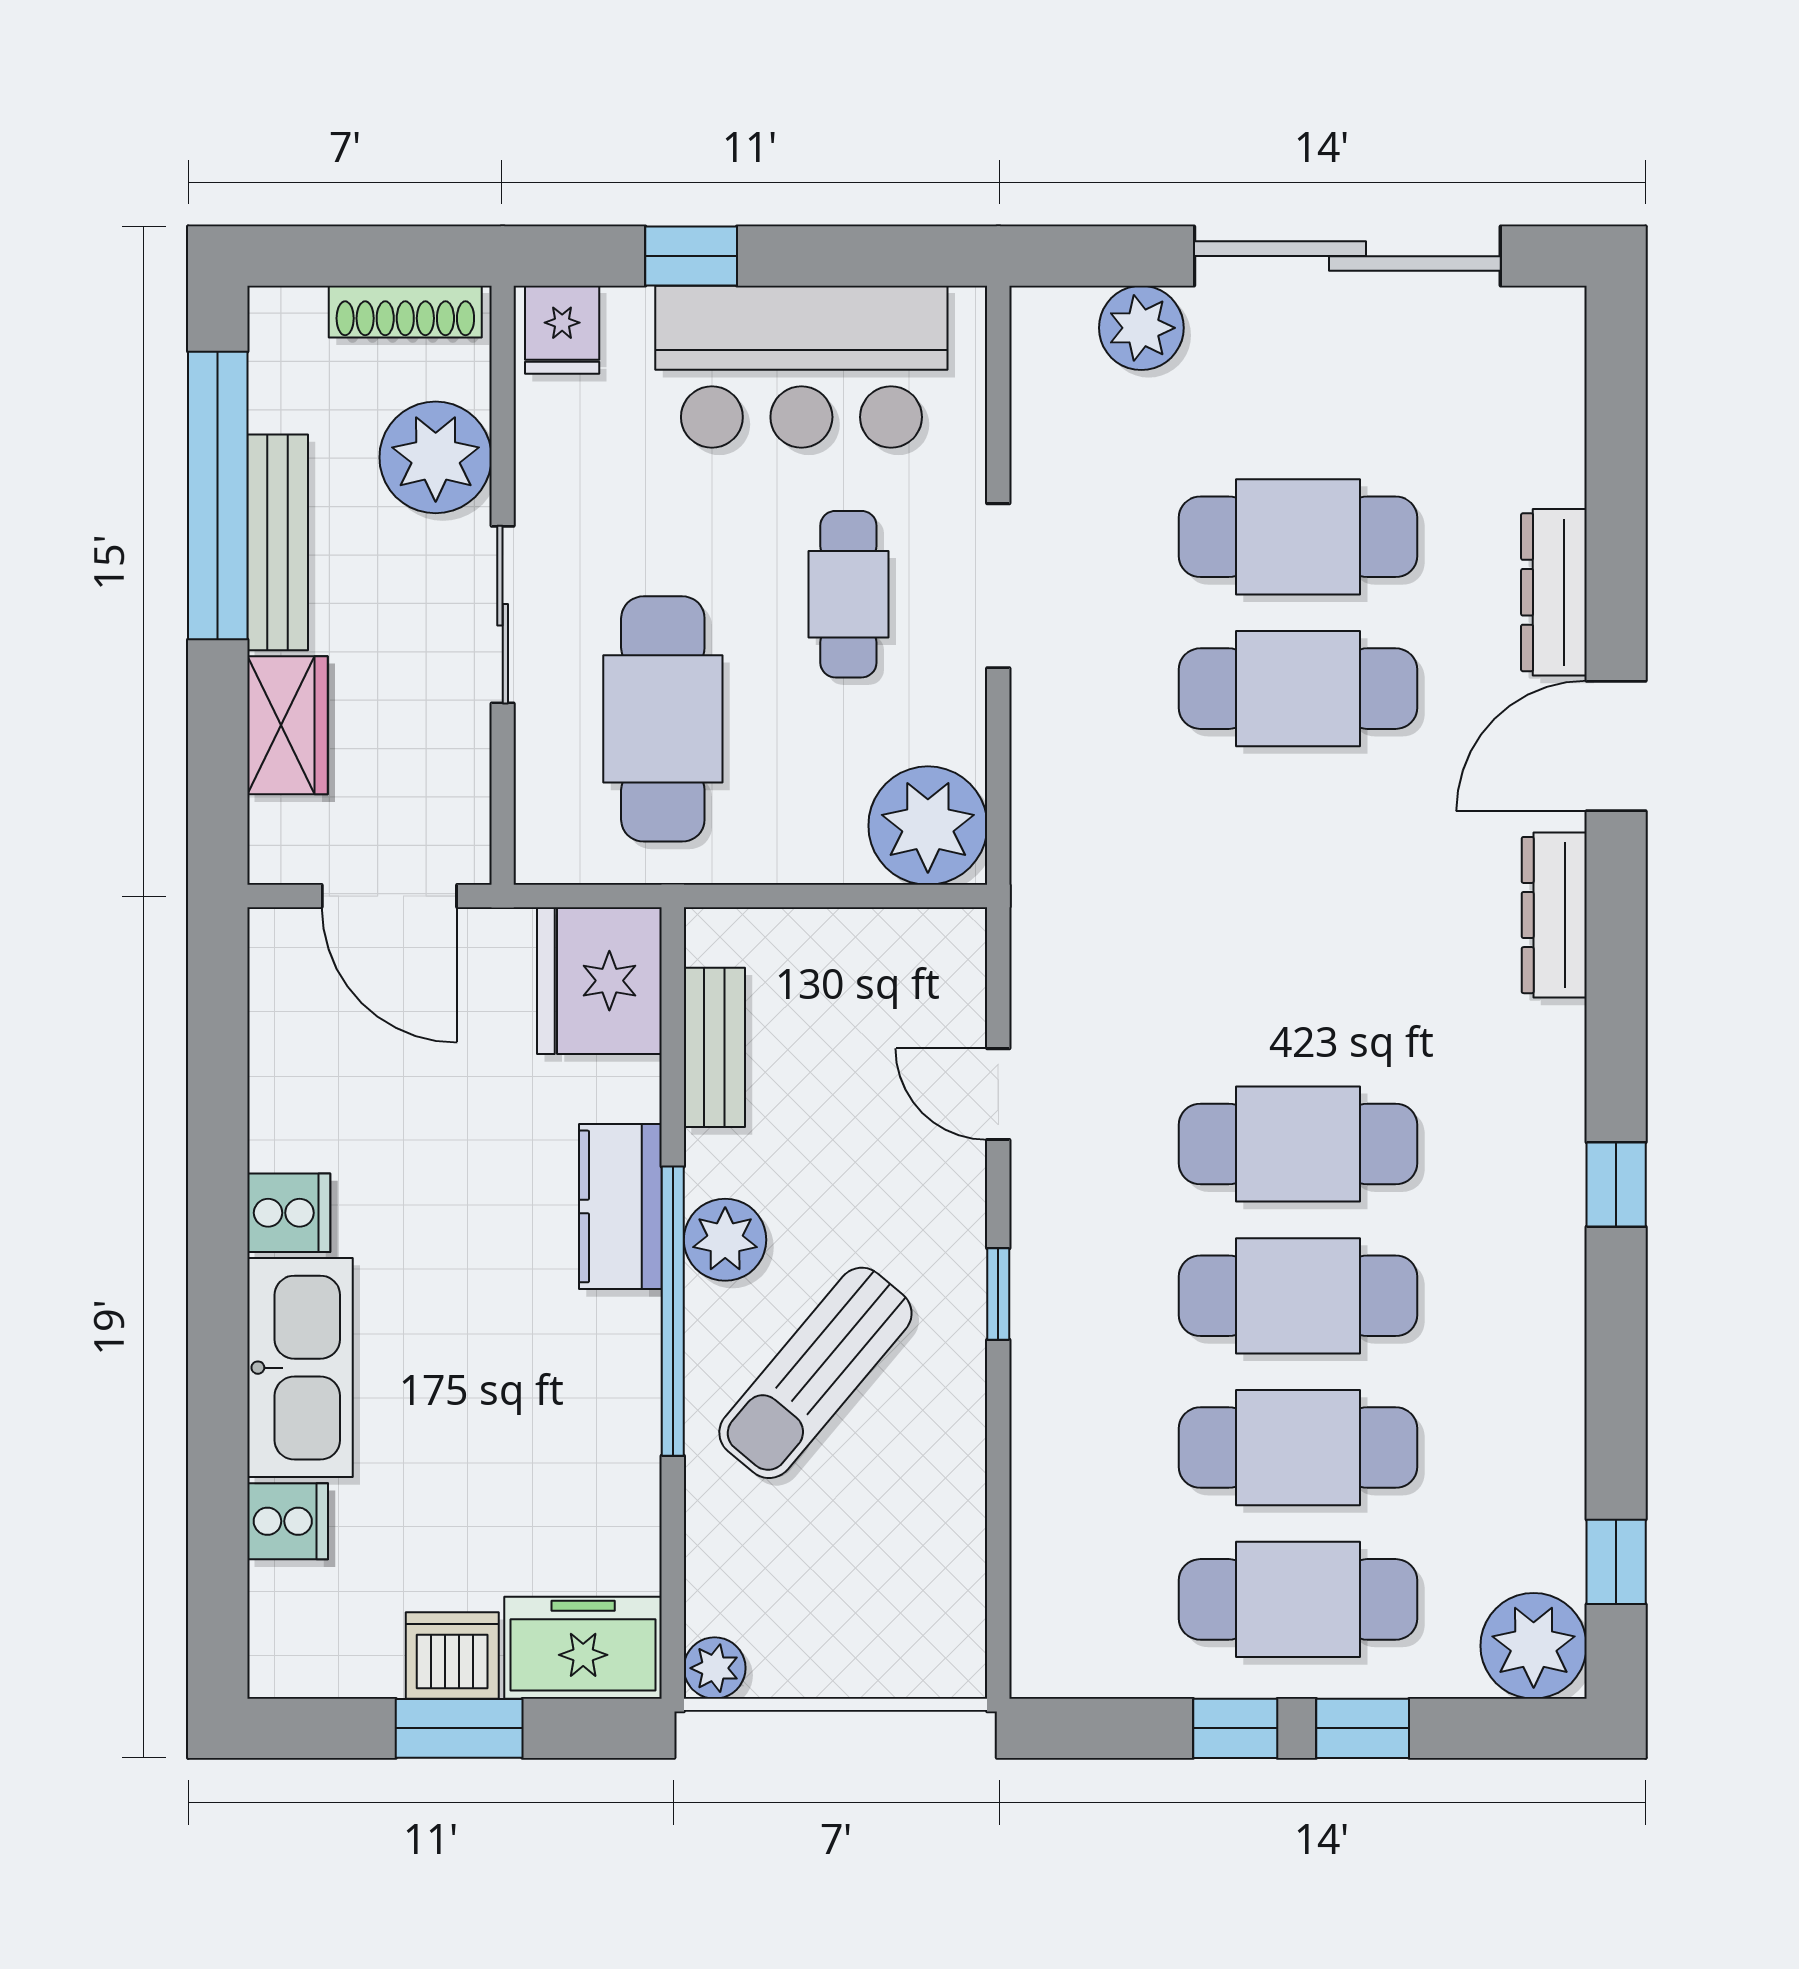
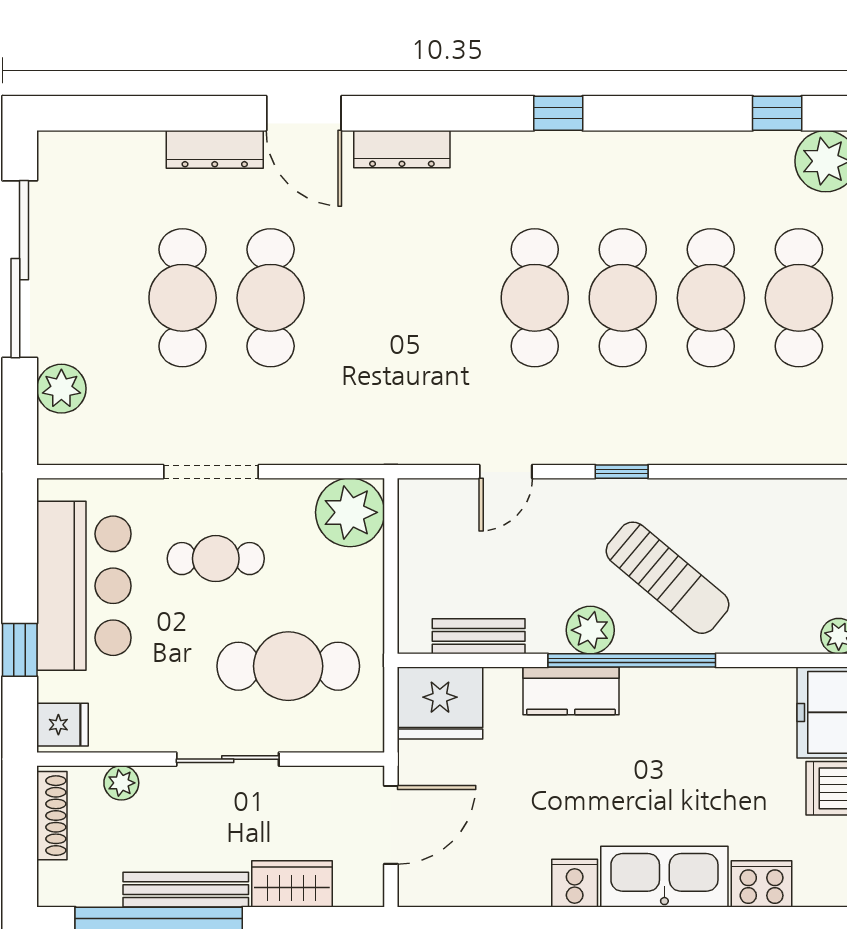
plant: (436, 457) -> (121, 783), width x0.53, depth x0.53
cooker: (288, 1521) -> (762, 884), width x1.36

